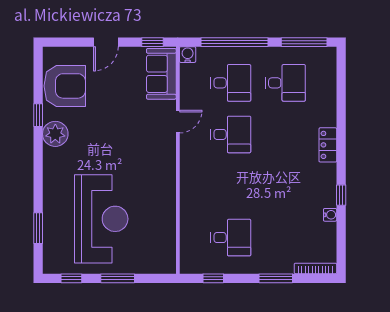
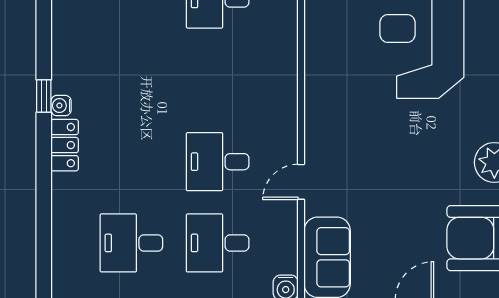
window: (341, 195) -> (44, 96), moved
water cooler: (330, 215) -> (61, 106), moved

